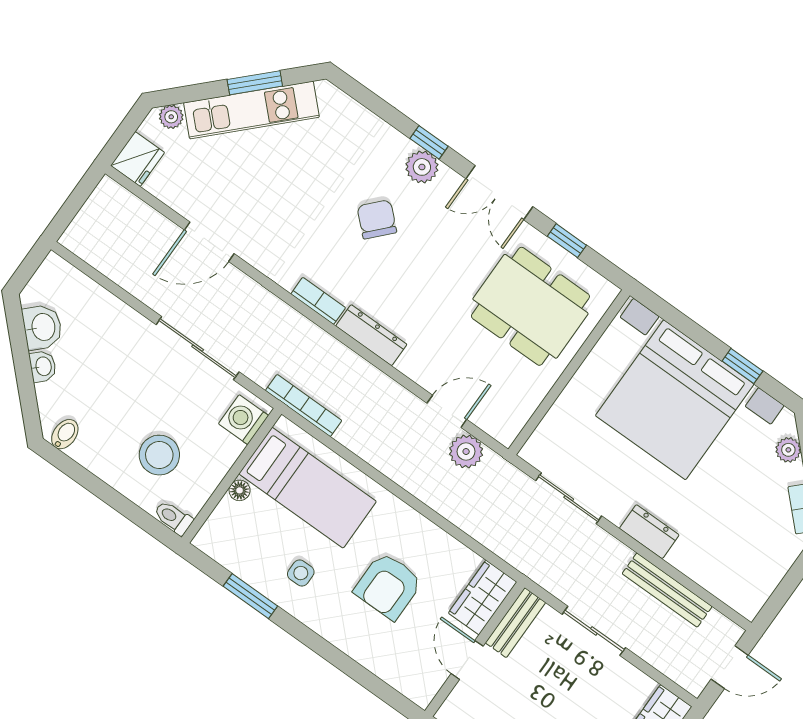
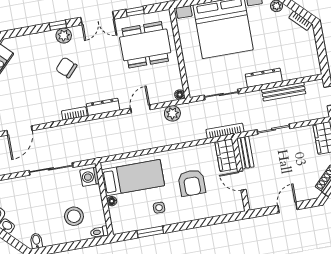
bookcase: (304, 406) -> (225, 131), moved
door: (447, 411) -> (140, 109), moved
floor lamp: (506, 435) -> (180, 95), added
dresser: (649, 532) -> (264, 78), width x1.44

